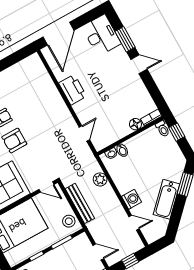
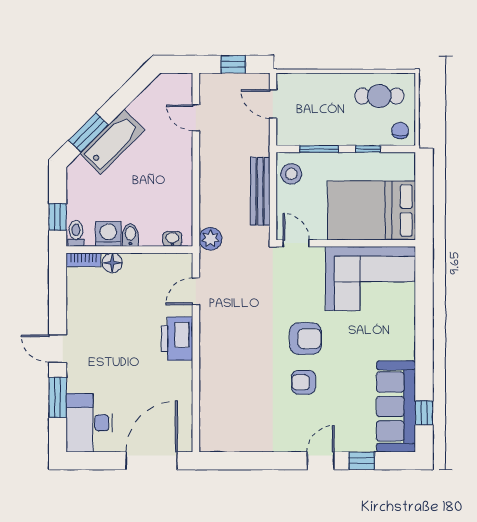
printer: (73, 90) -> (177, 339), moved
bidet: (122, 150) -> (130, 235), moved
plant: (100, 179) -> (210, 239), moved
washing machine: (132, 199) -> (108, 234), moved, turned 90
bathtub: (166, 199) -> (112, 142), moved

